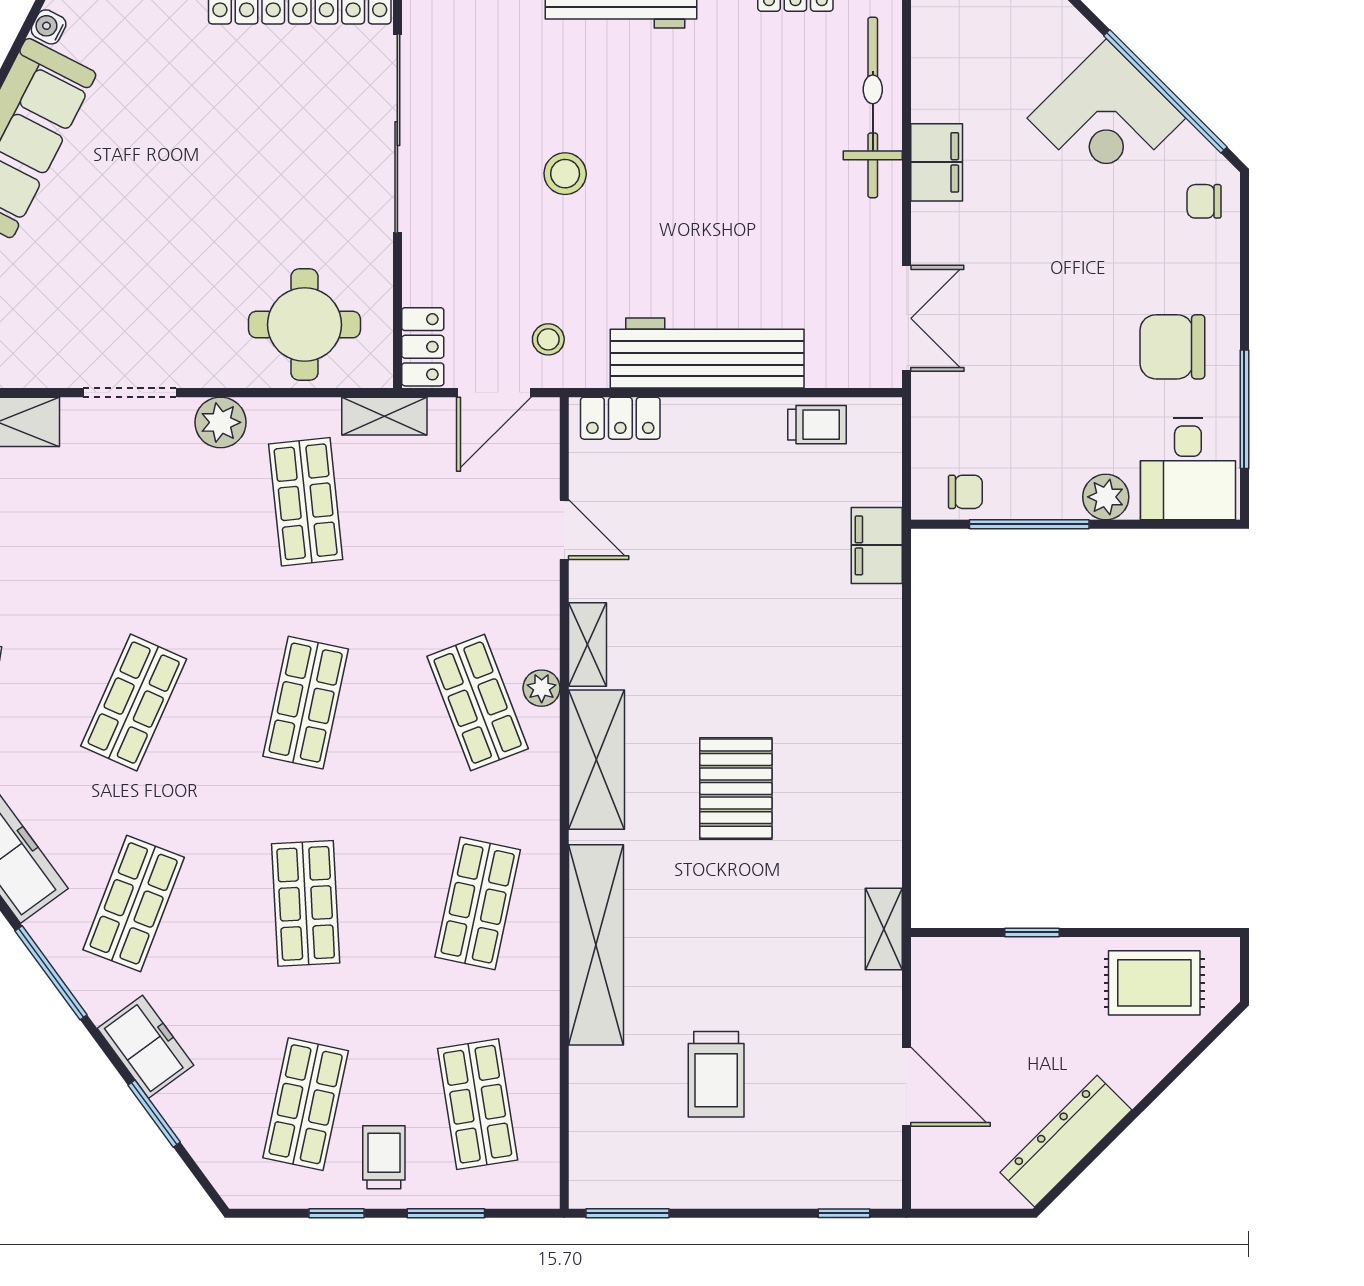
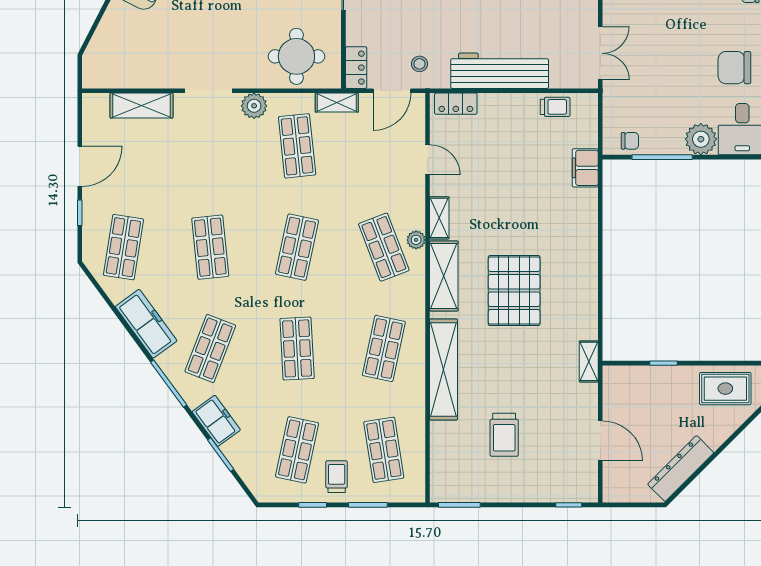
plant: (1106, 497) -> (701, 139), width x1.36, depth x1.36
shop shelf: (134, 703) -> (210, 247), turned -30
pallet: (736, 789) -> (514, 291), width x1.37, depth x1.41

